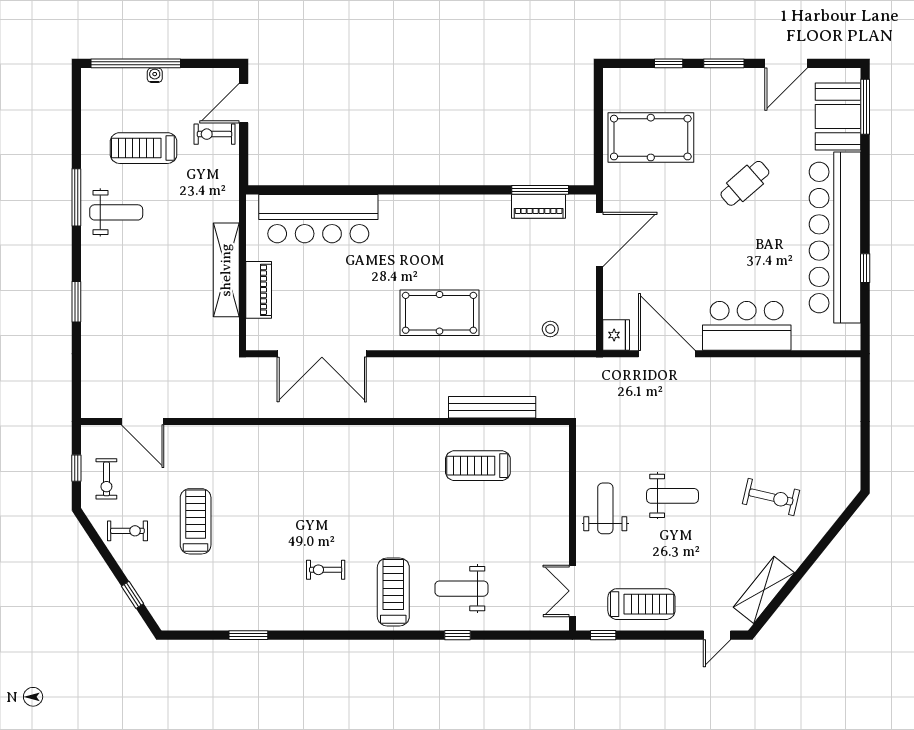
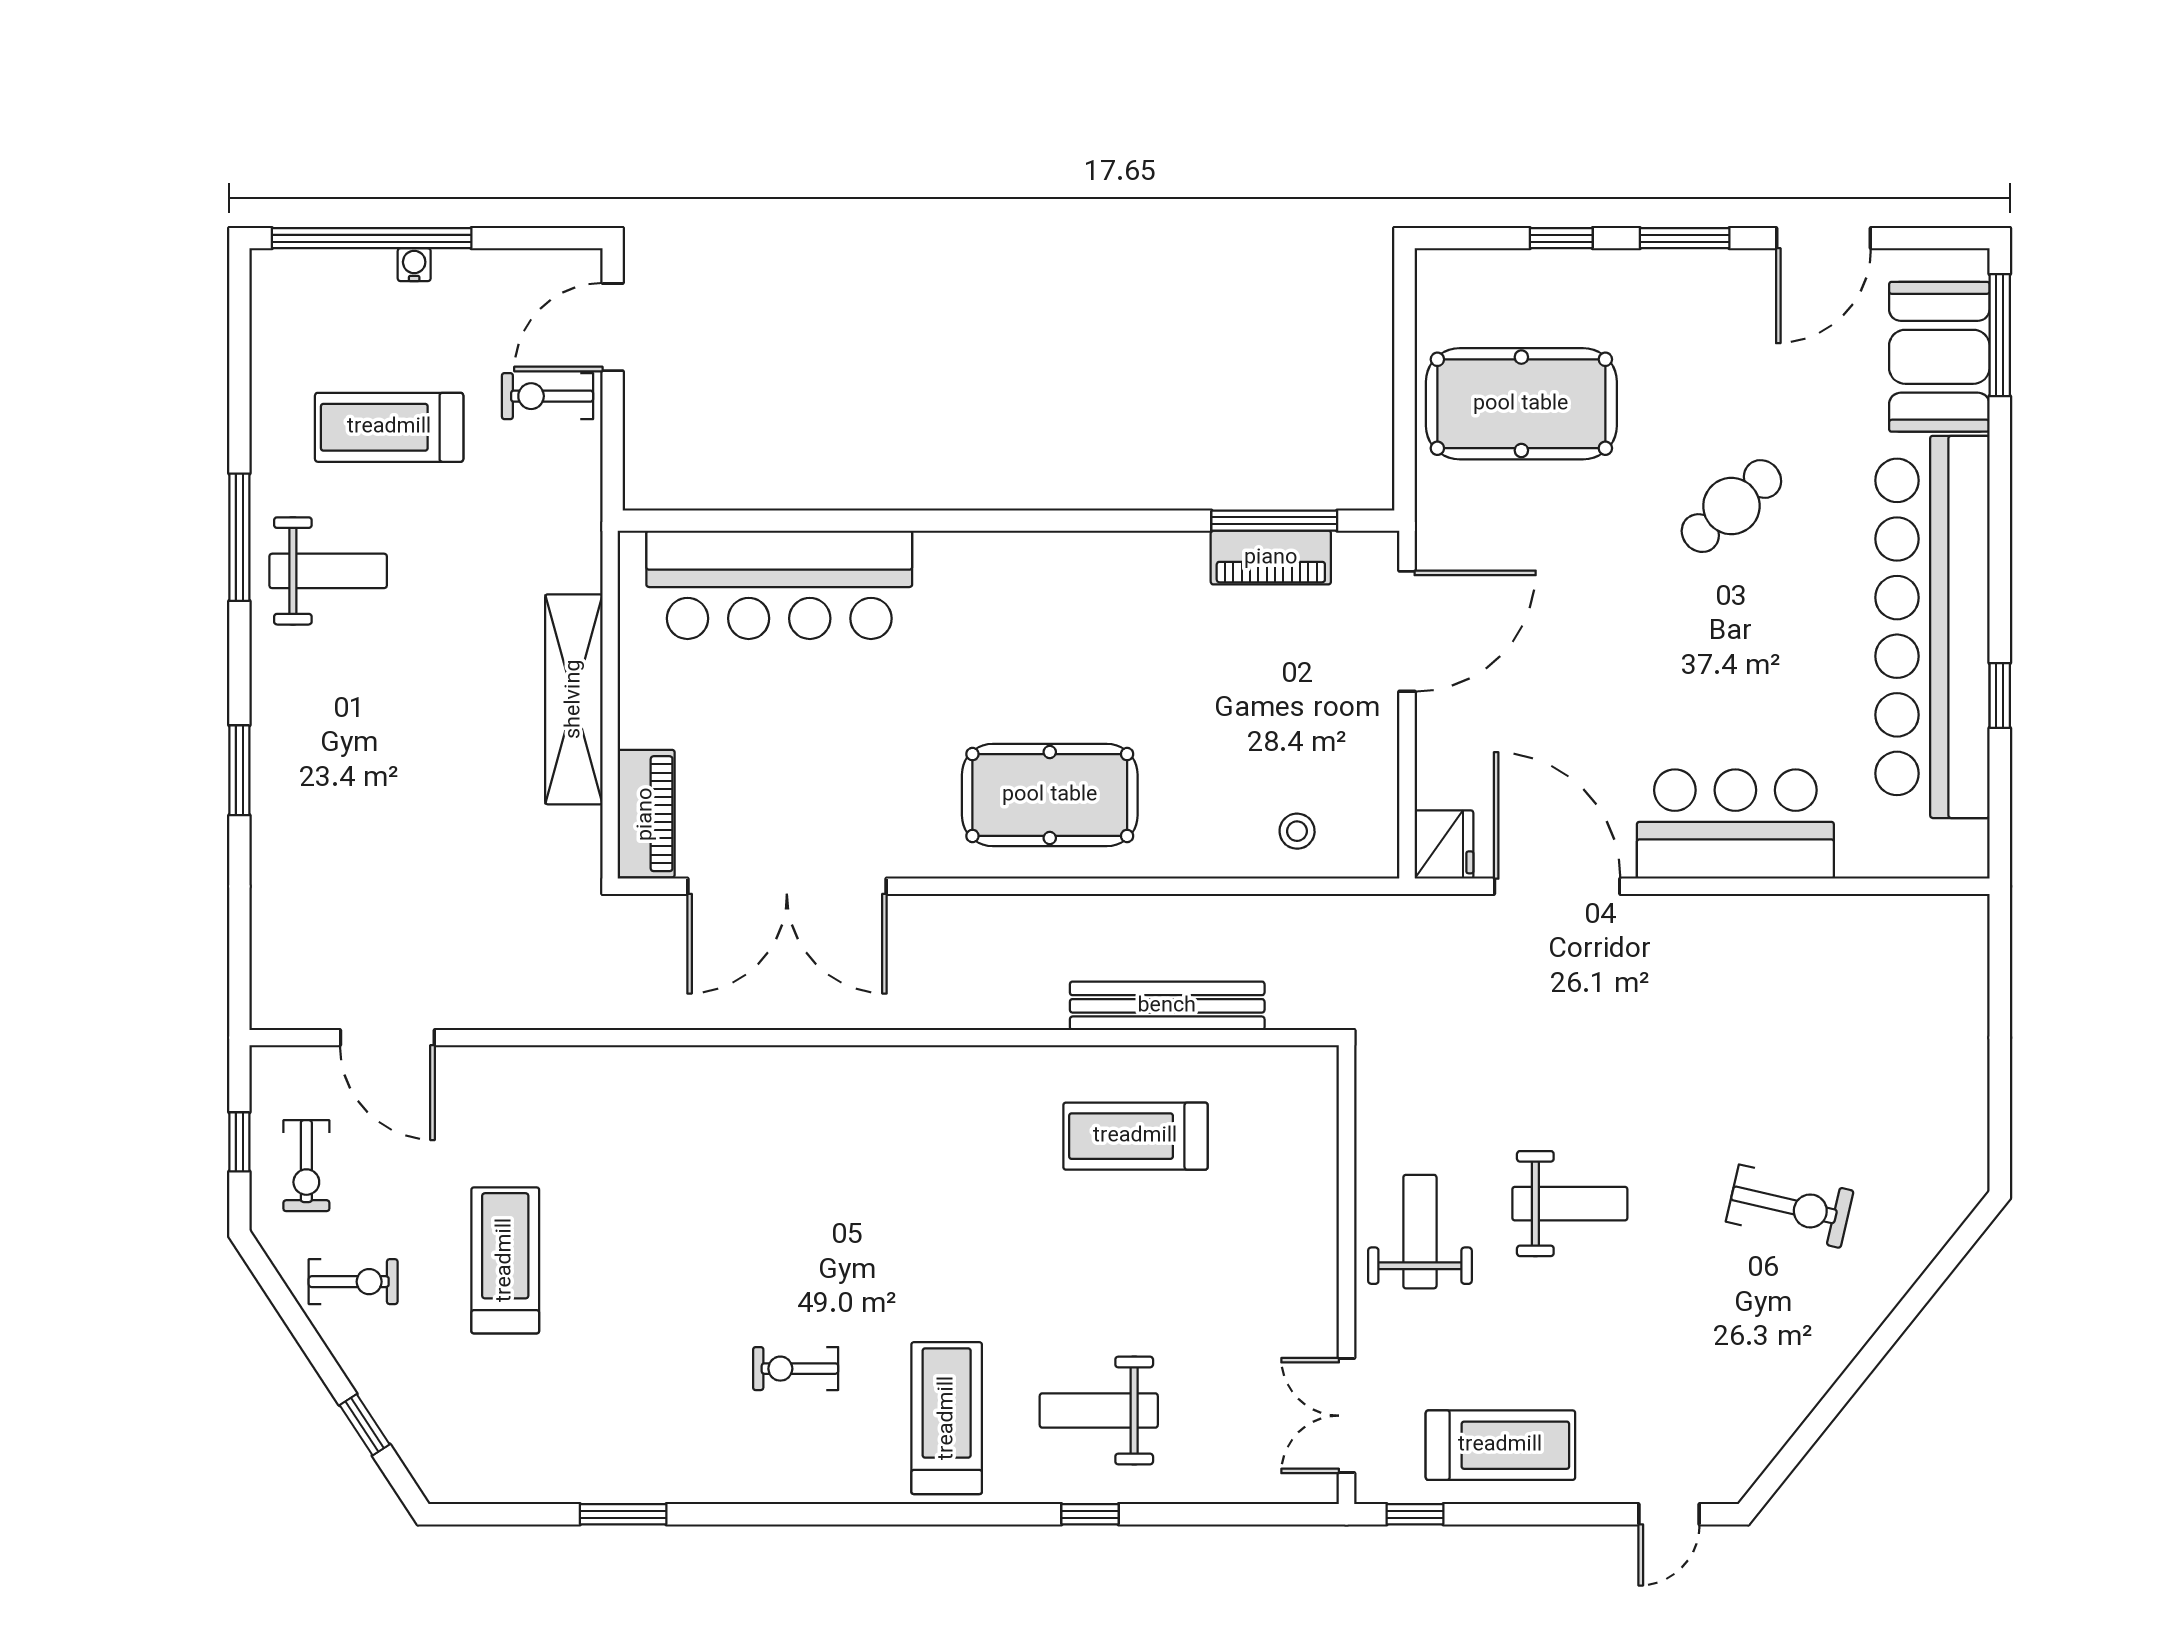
piano: (259, 290) -> (646, 814), moved
shelving: (764, 590) -> (1774, 1414), removed

